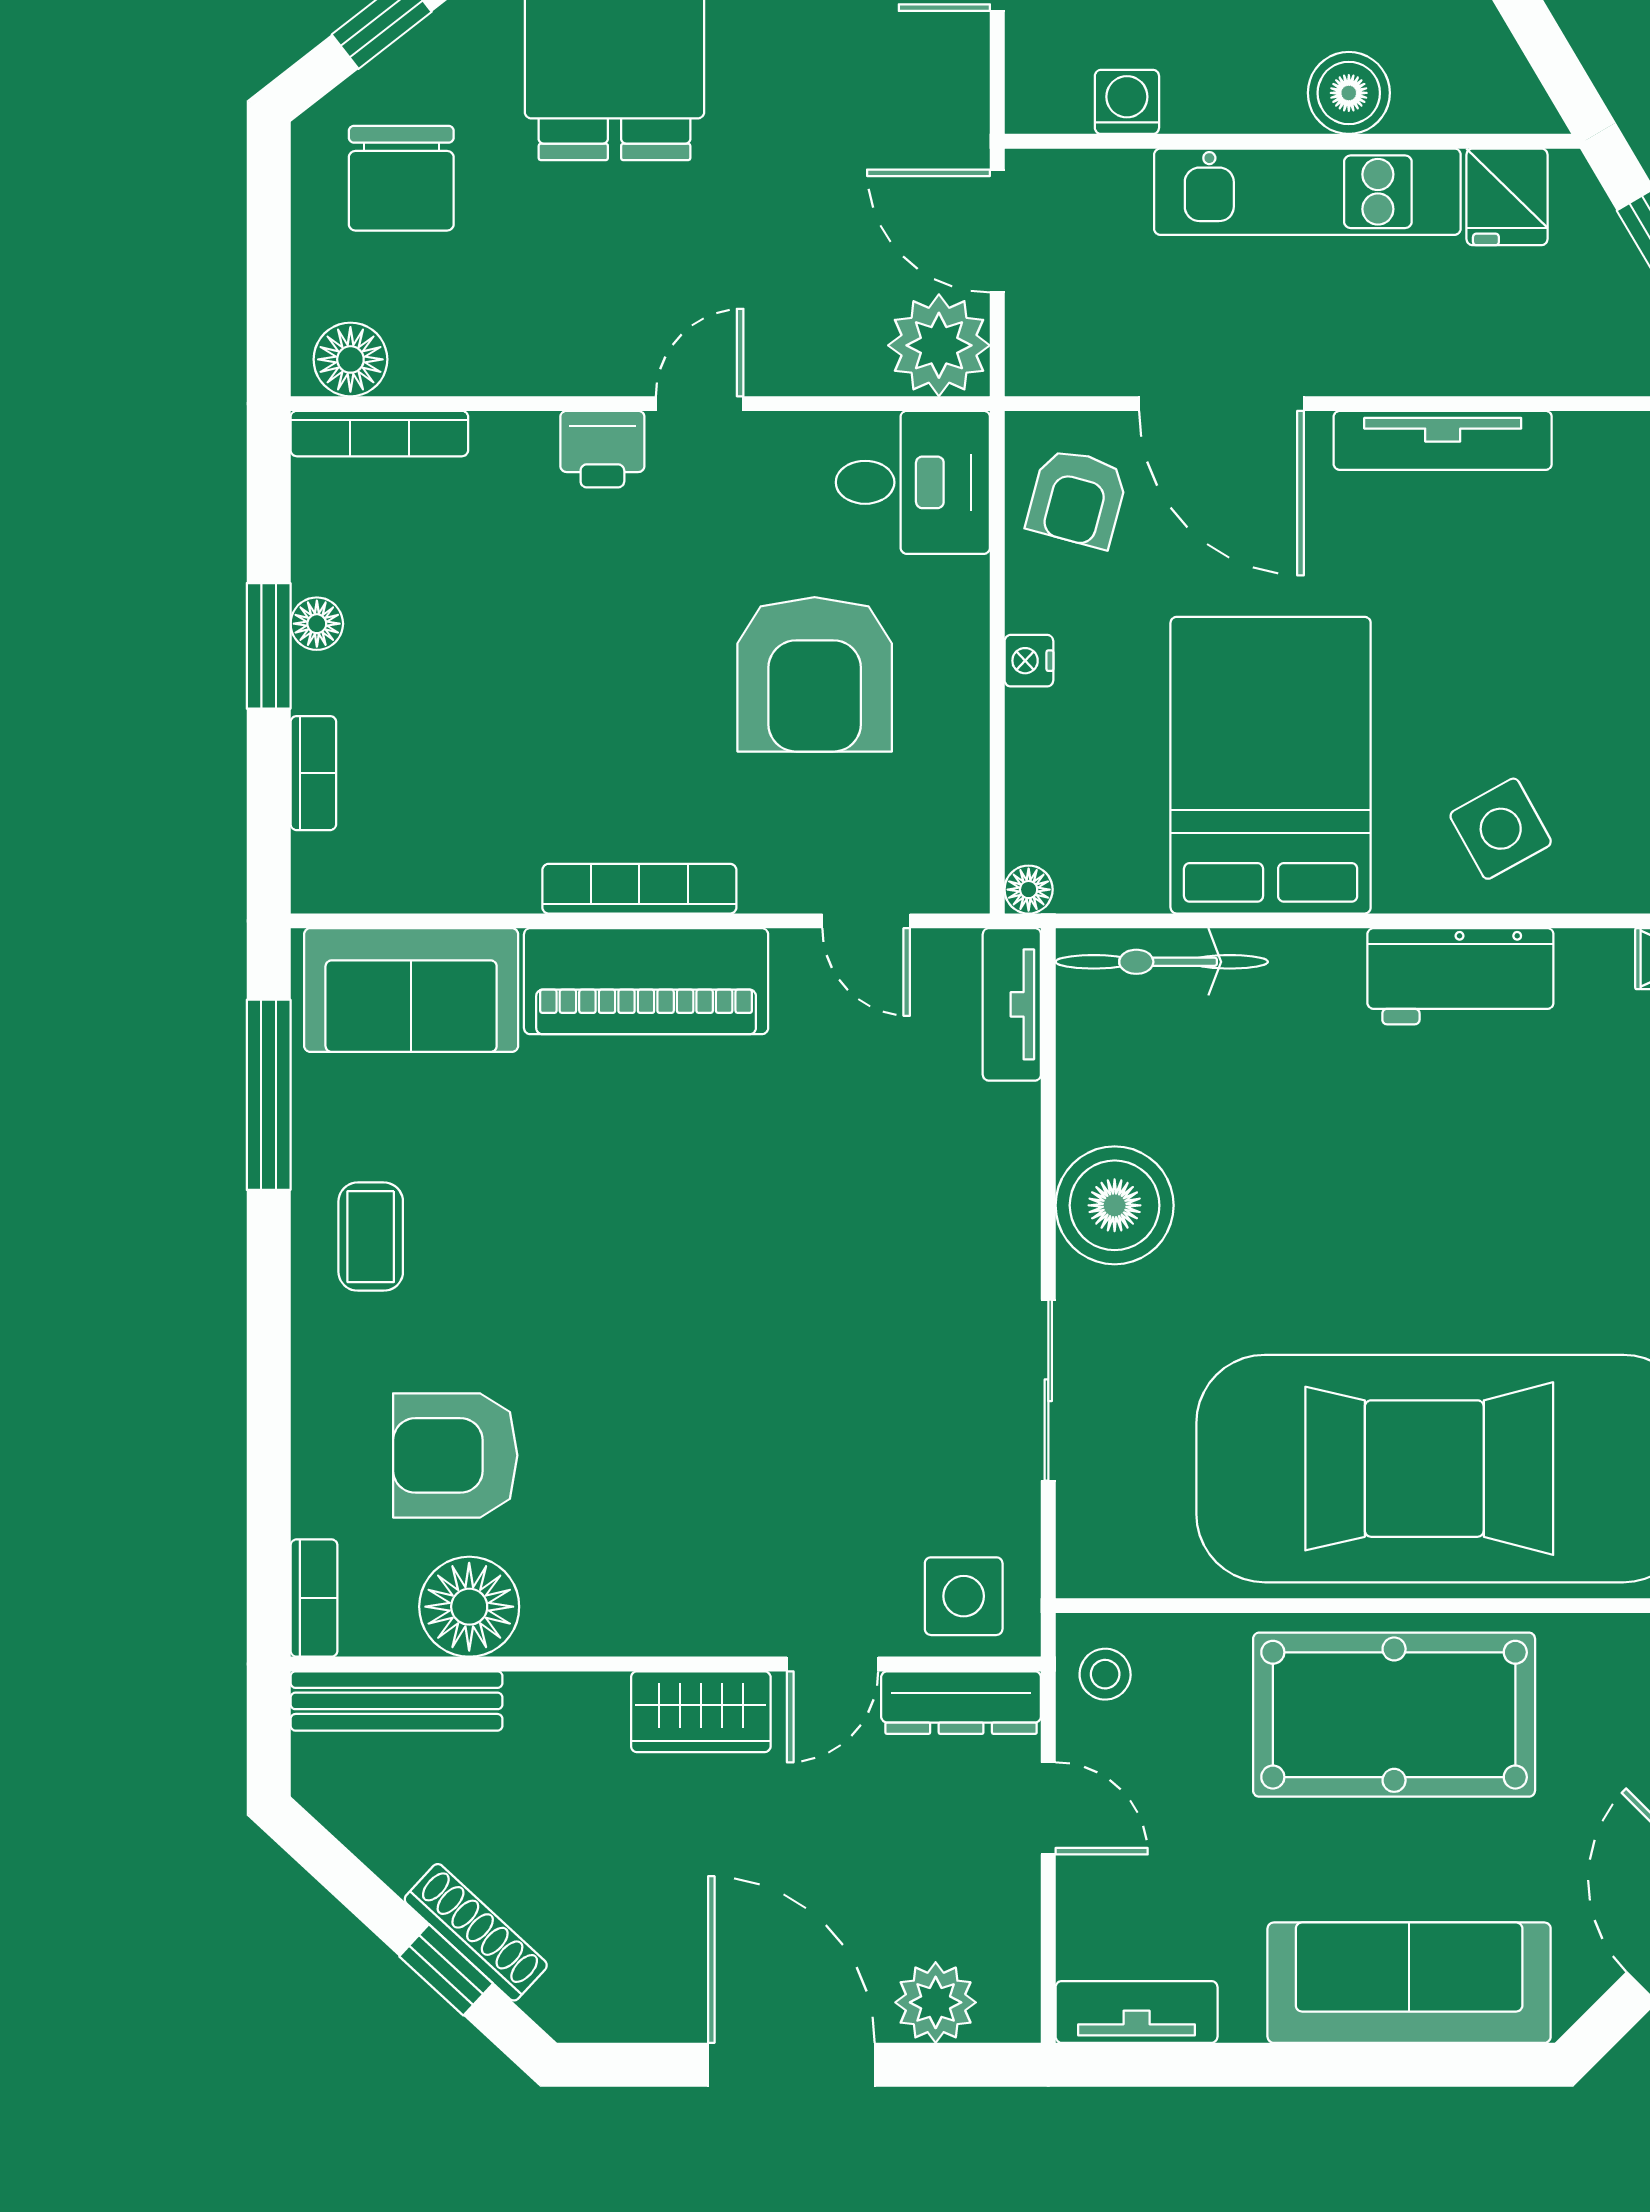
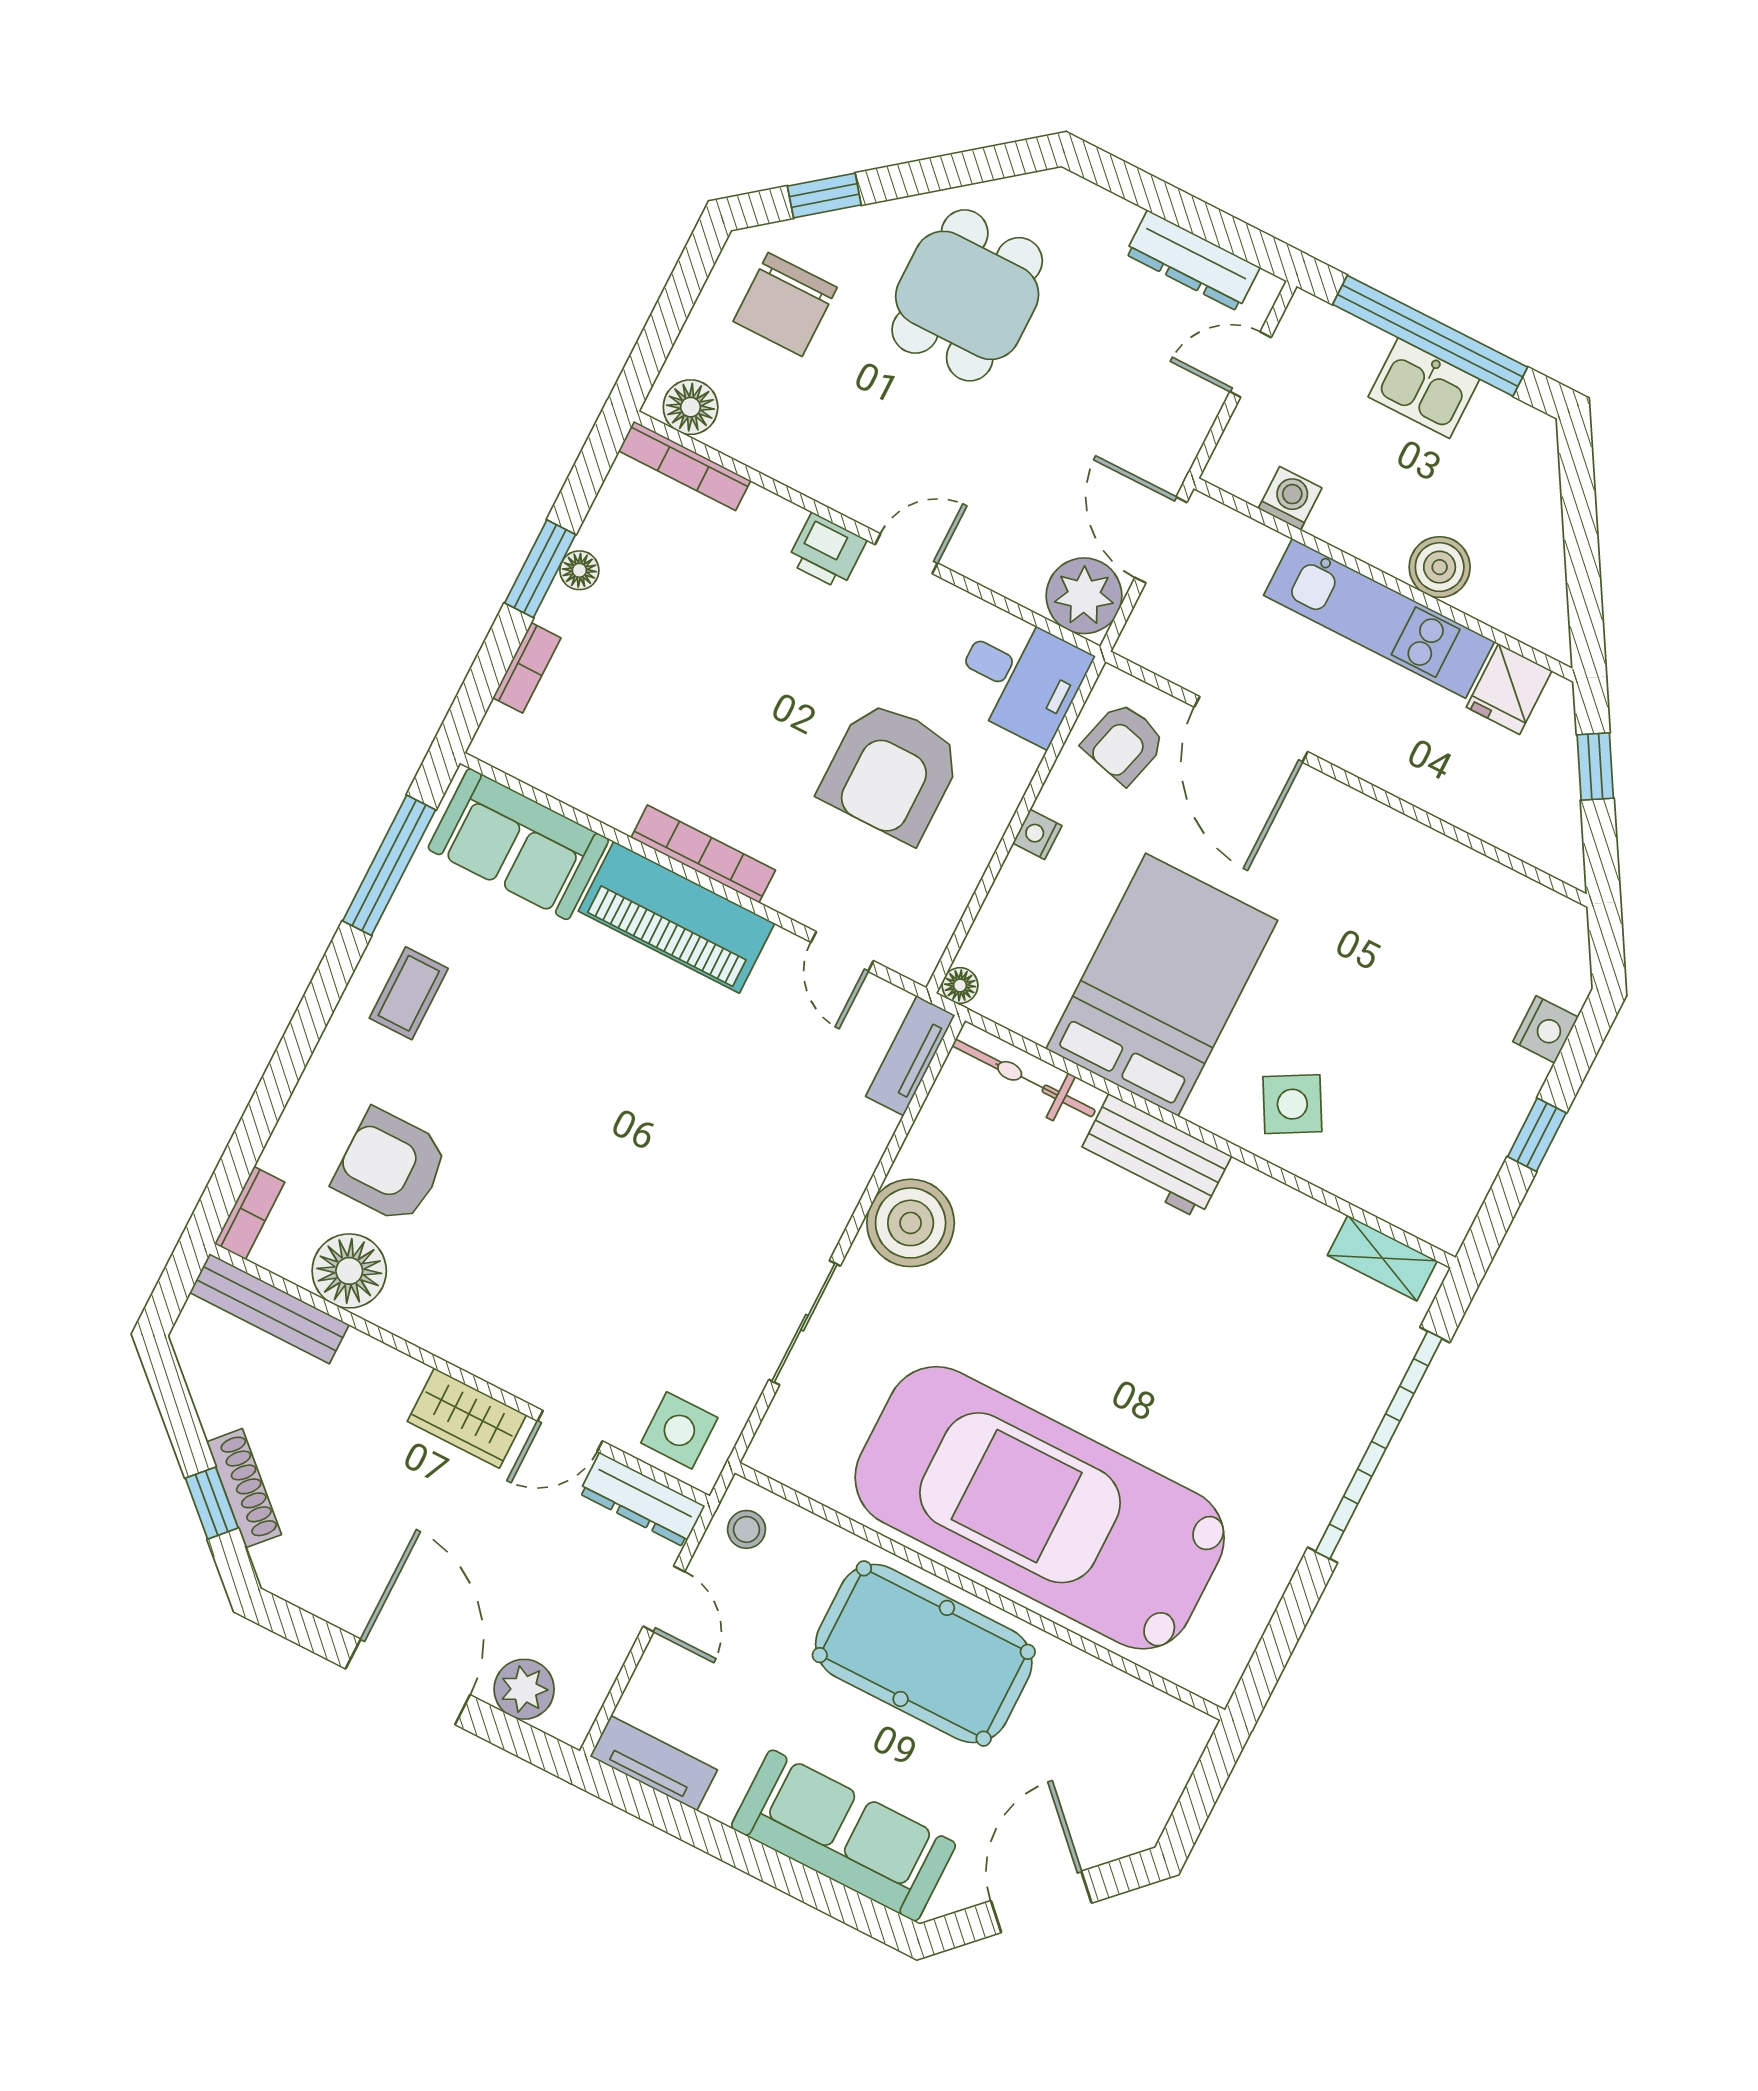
tv unit: (1443, 440) -> (1385, 828), removed
workbench: (1460, 976) -> (1154, 1157), moved

